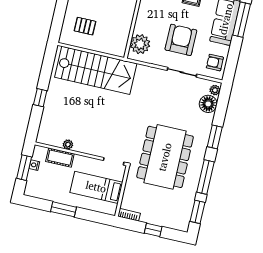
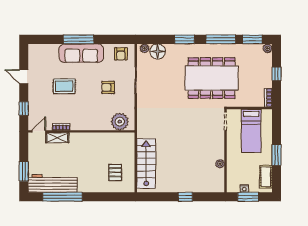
armchair: (181, 40) -> (108, 87), width x0.53, depth x0.53
stairs: (96, 70) -> (146, 164), width x0.73, depth x0.66
cot: (60, 158) -> (266, 177), moved
plant: (184, 226) -> (267, 48), added

